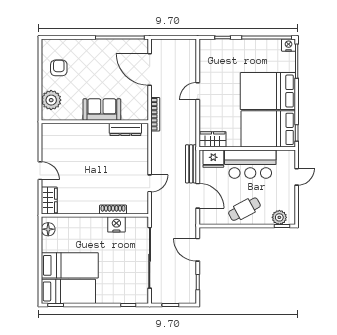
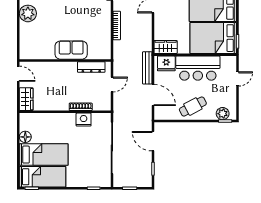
sofa: (102, 110) -> (71, 50), moved
wall: (95, 122) -> (65, 60), moved
dresser: (125, 129) -> (91, 67), moved
floor lamp: (48, 229) -> (25, 137), moved

